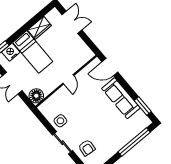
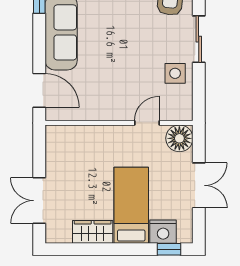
door: (68, 79) -> (147, 123), moved

